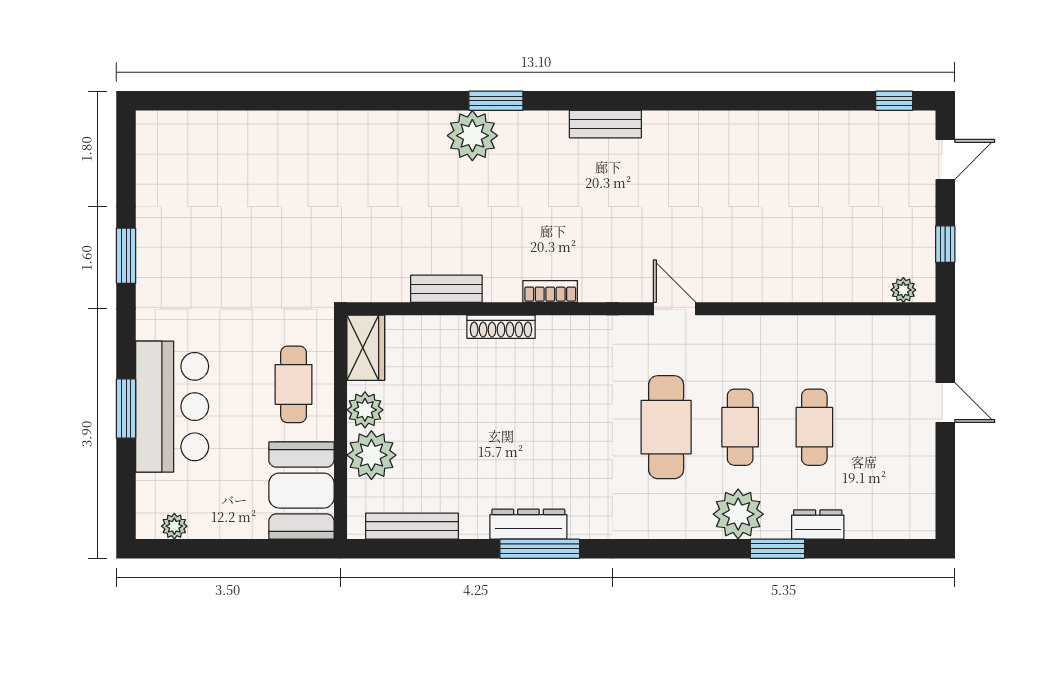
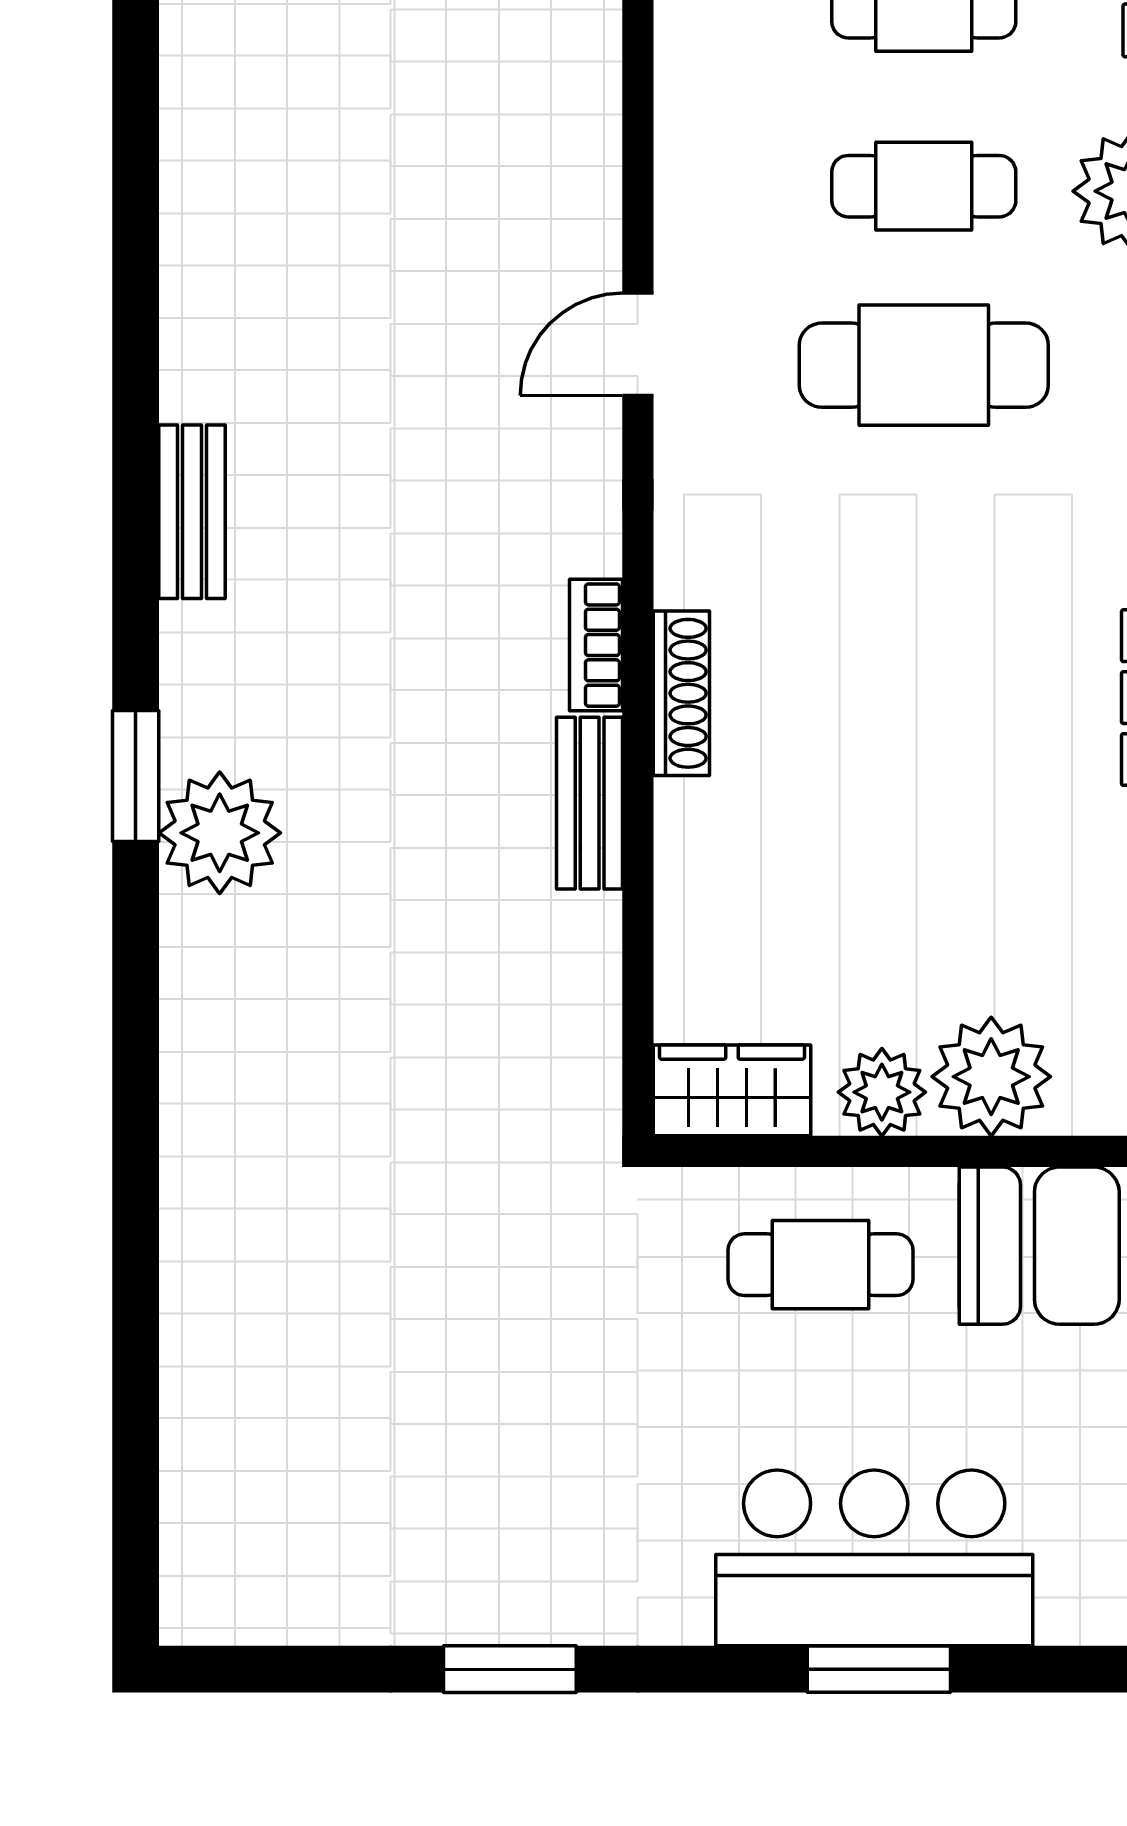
bench: (446, 289) -> (590, 803), moved
shoe rack: (501, 327) -> (681, 693), moved

